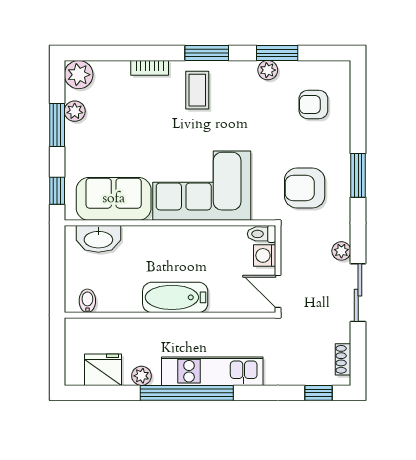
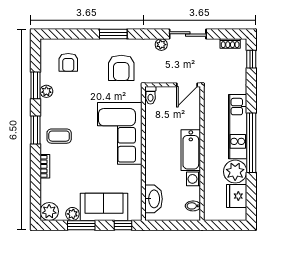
sofa: (114, 199) -> (104, 207), moved, turned 90
washing machine: (265, 255) -> (194, 179), moved, turned 90
plant: (141, 376) -> (235, 172), width x1.88, depth x1.88

